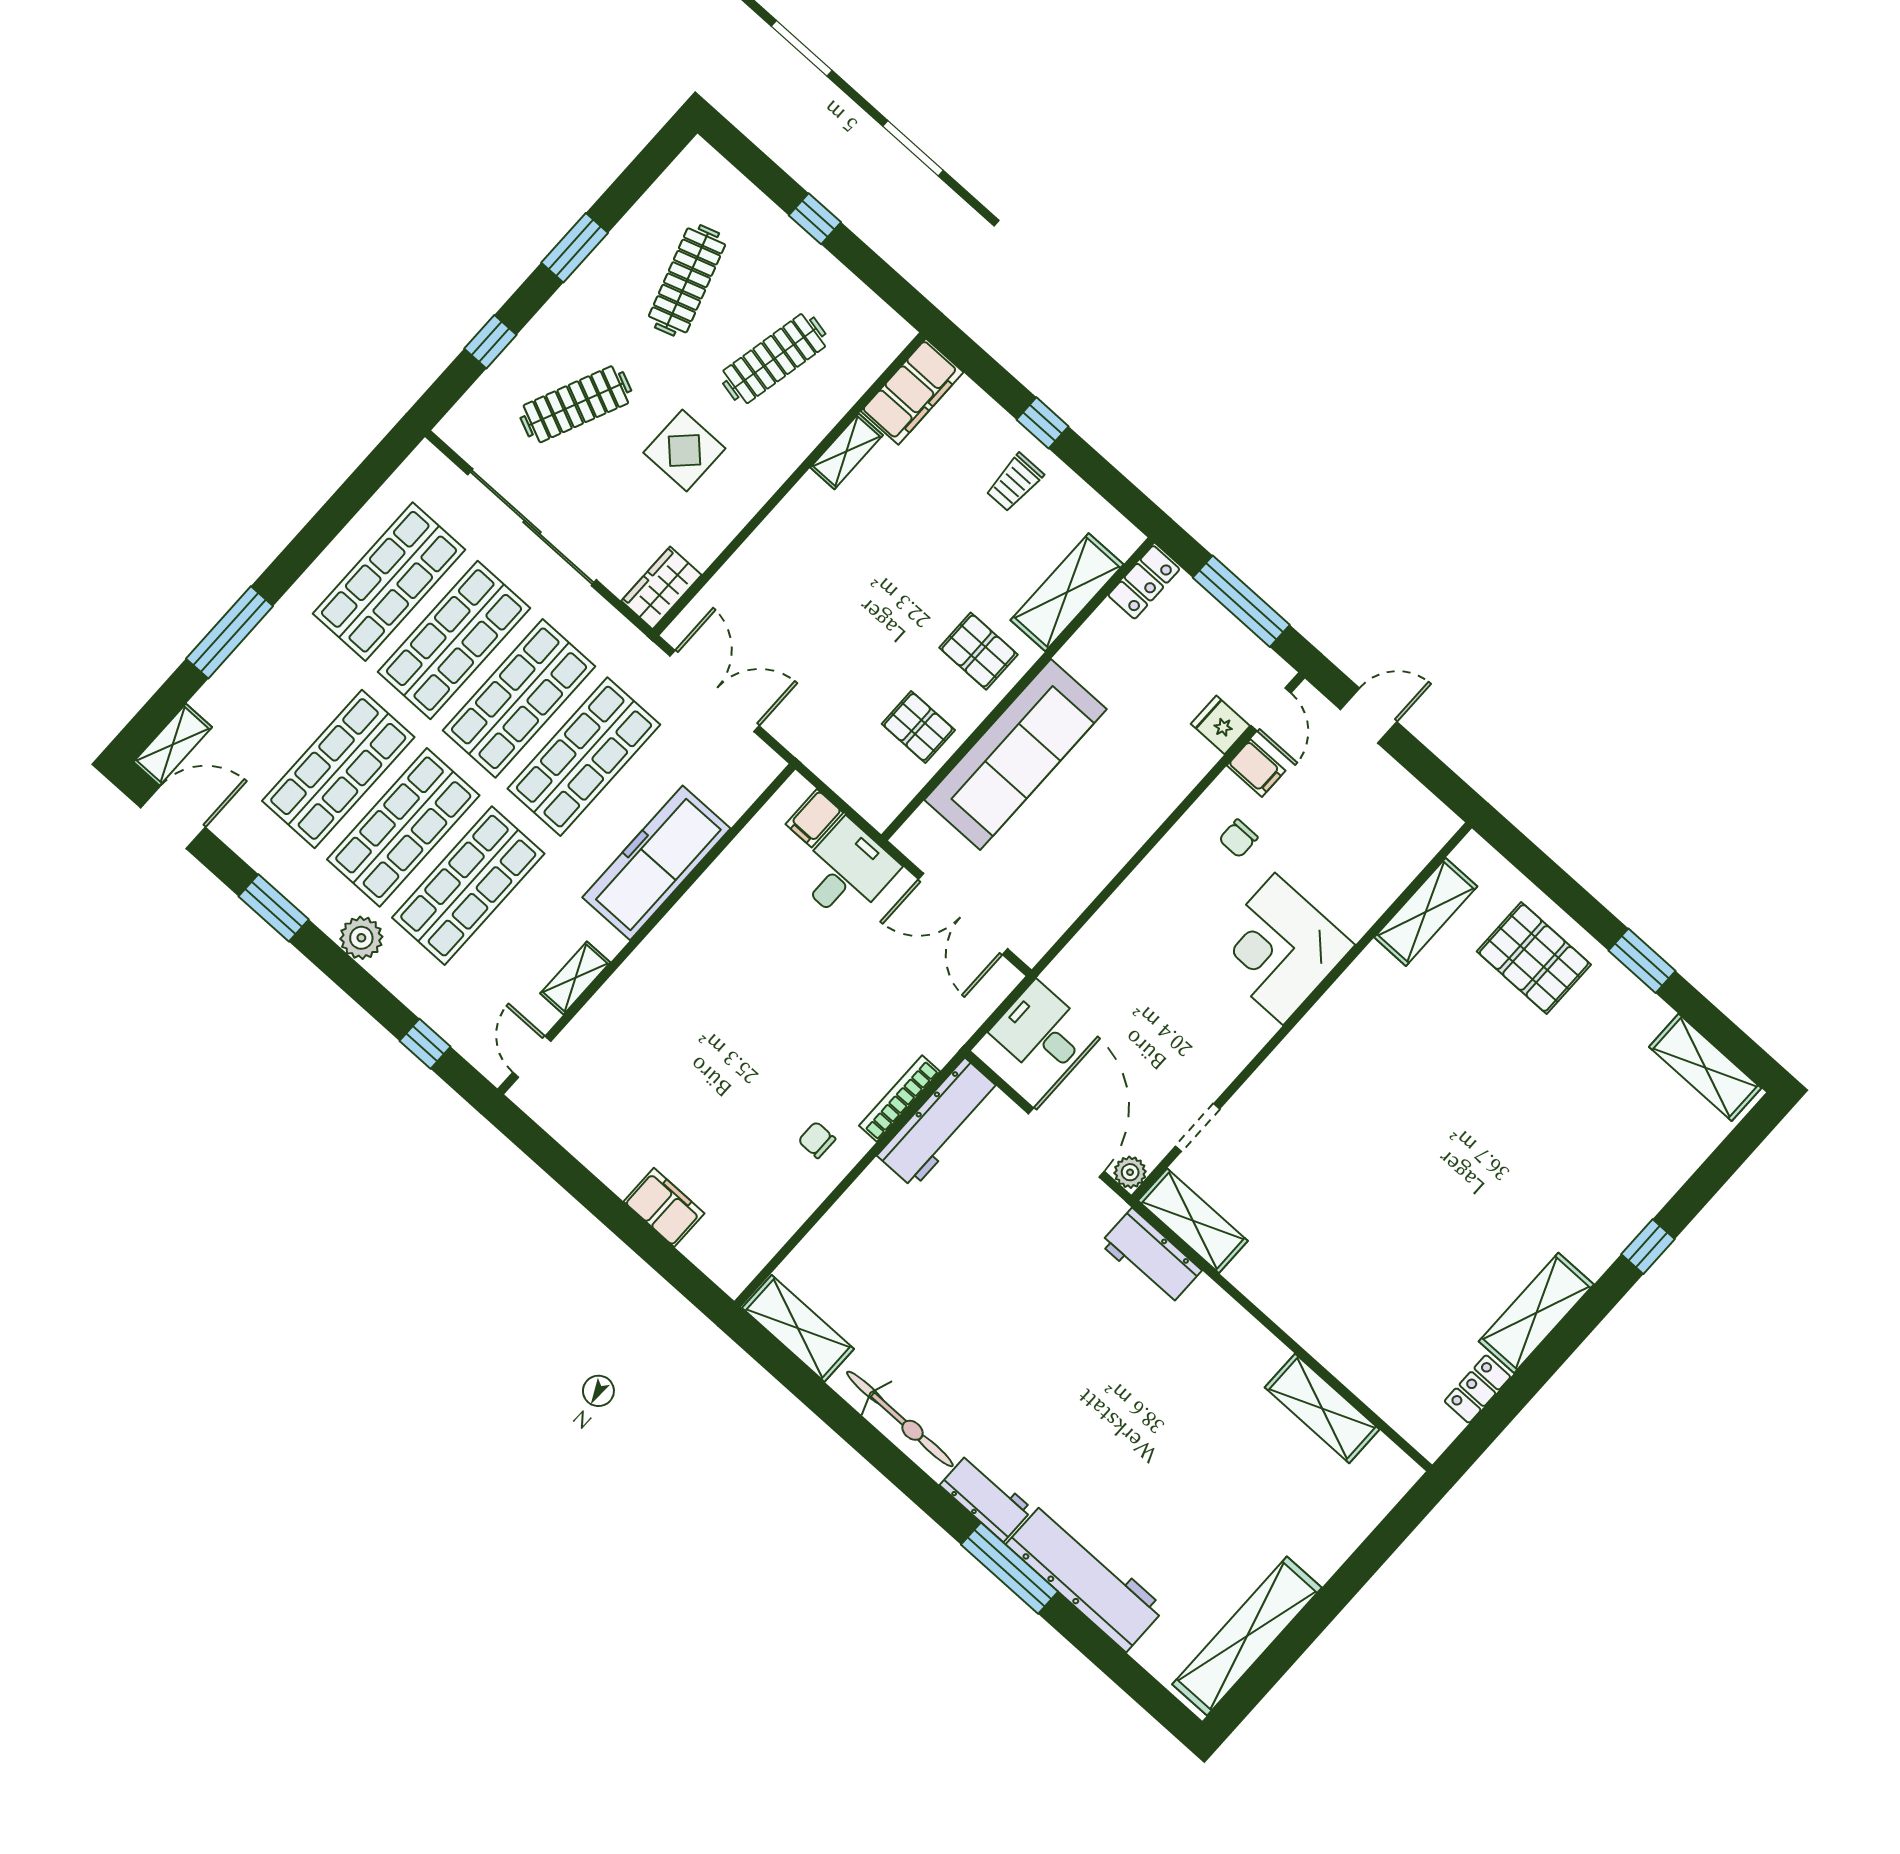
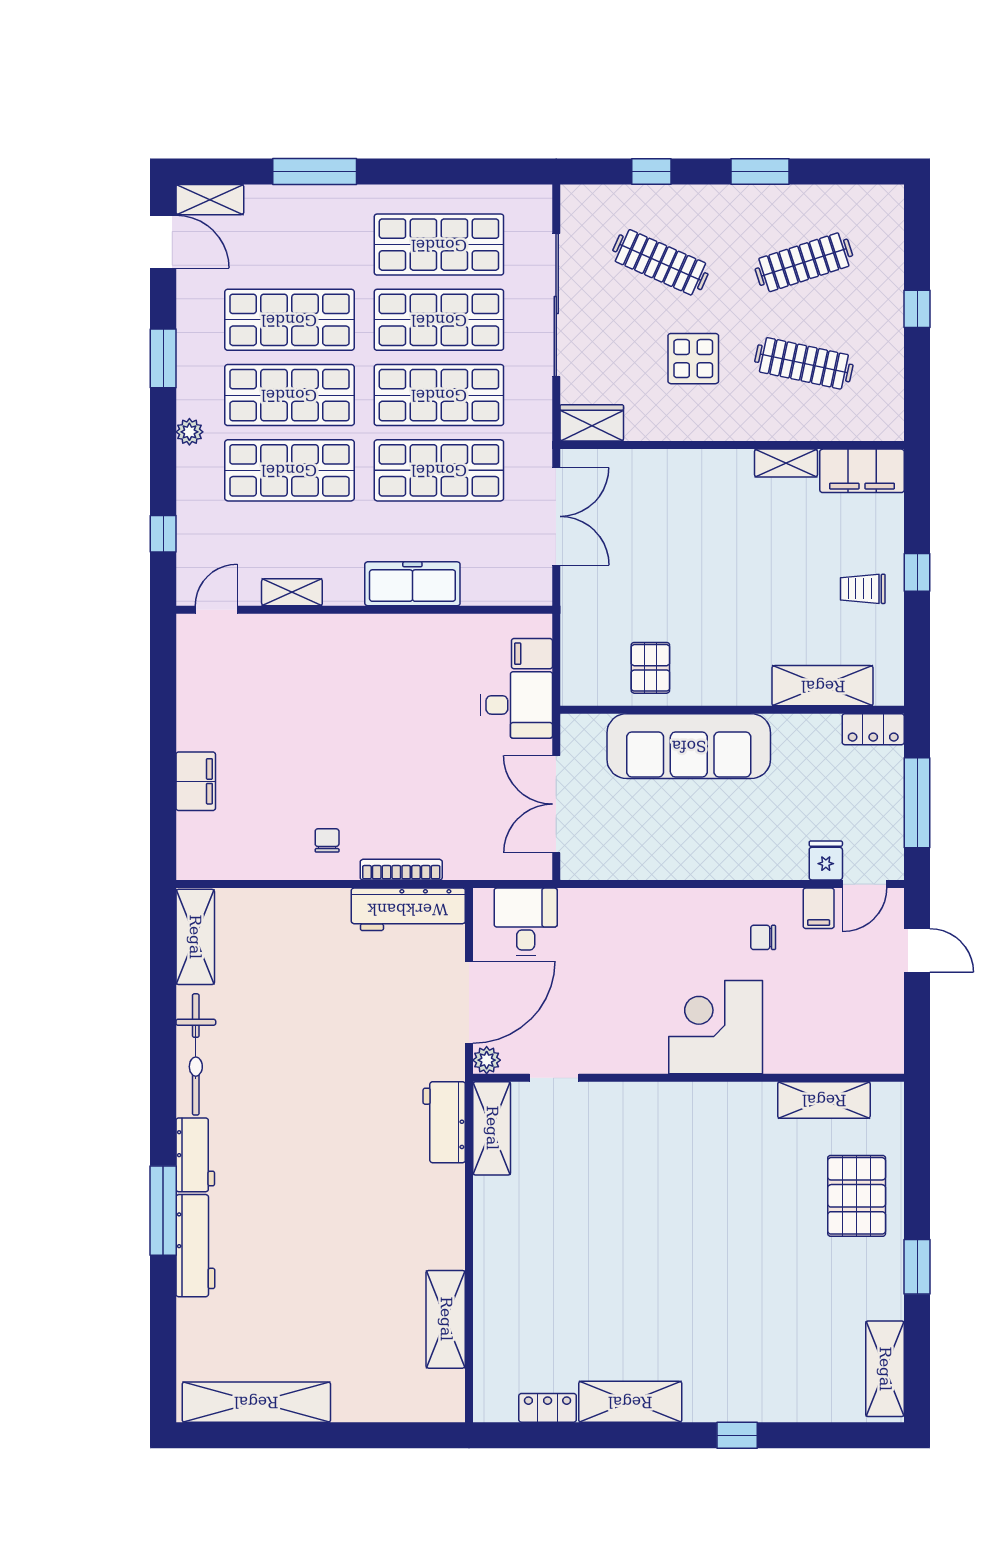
pallet: (978, 651) -> (734, 663), removed
freezer: (656, 863) -> (412, 584), width x0.73, depth x0.79
plant: (361, 938) -> (189, 432), width x0.73, depth x0.73
workbench: (1085, 1577) -> (195, 1246), width x0.73, depth x0.76

